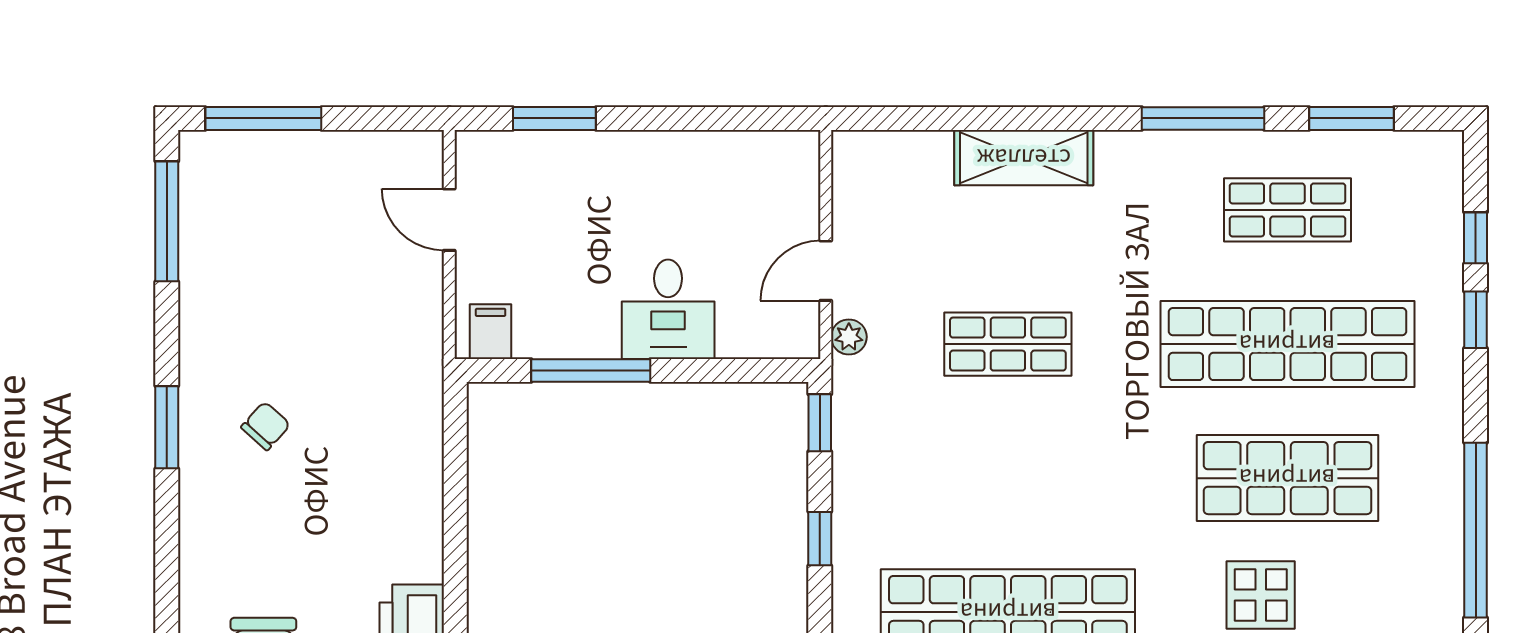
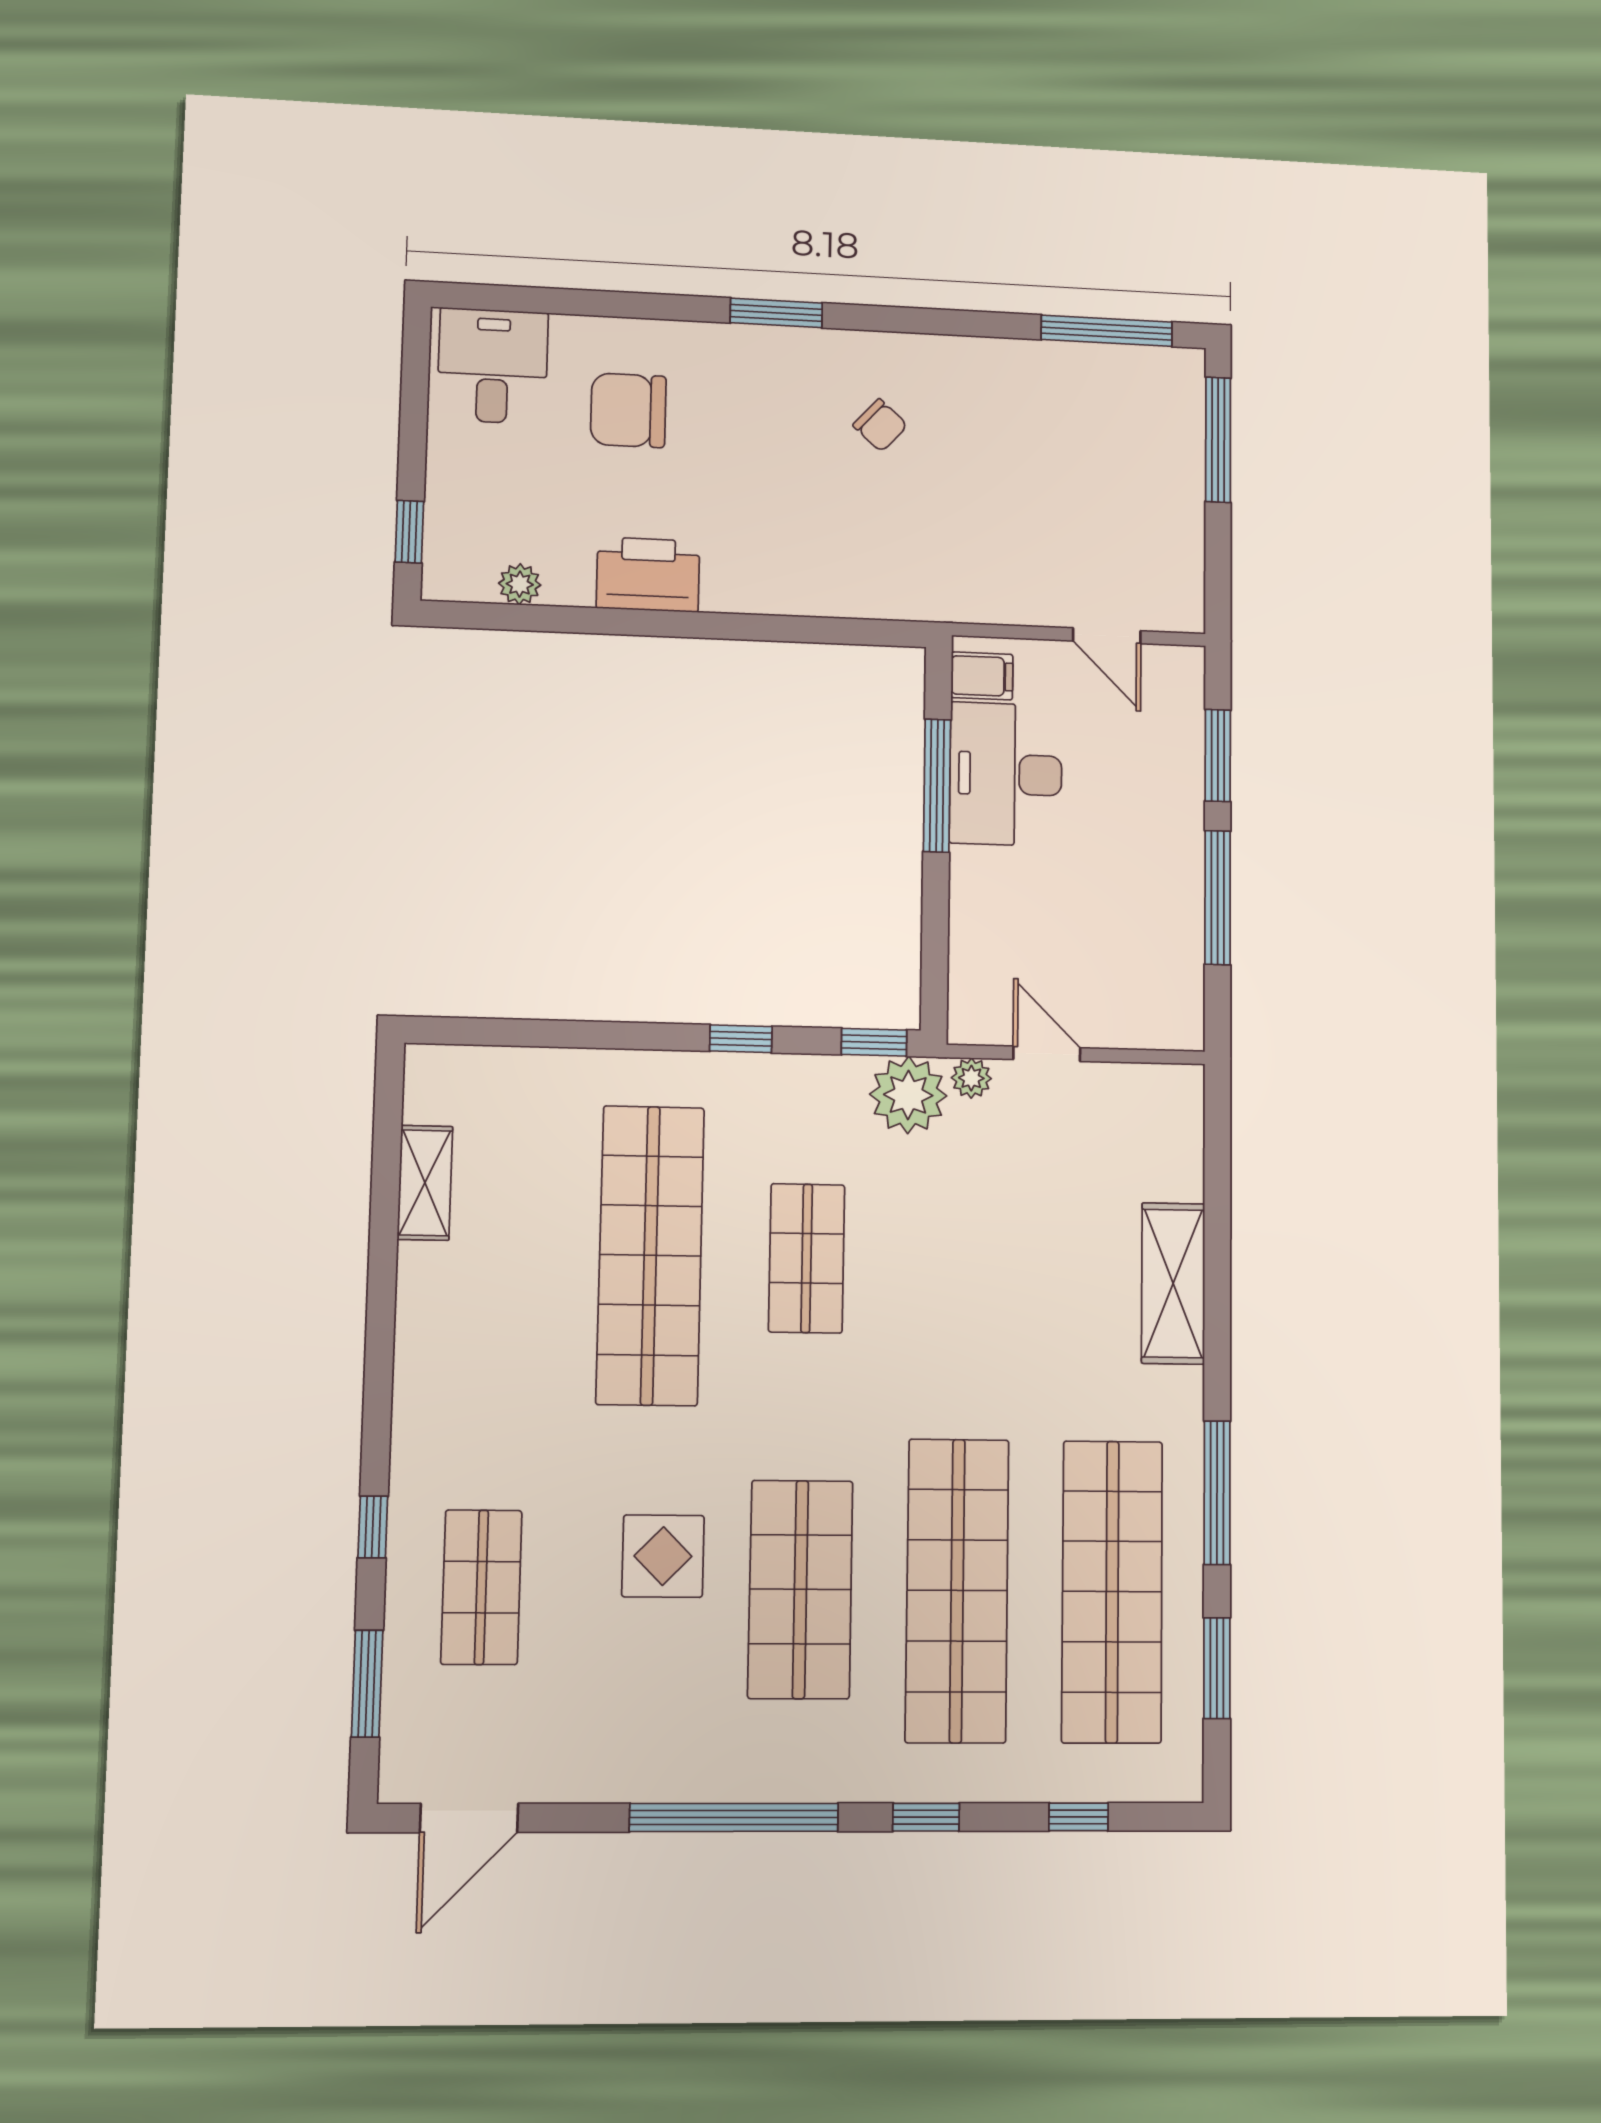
window: (683, 118) -> (1218, 898), added
shop shelf: (1287, 210) -> (1112, 1591), width x2.00, depth x1.36
door: (449, 220) -> (1107, 636), swing flipped
desk: (668, 309) -> (1006, 774), moved, width x1.37
window: (1476, 320) -> (926, 1817), moved
shop shelf: (1008, 344) -> (807, 1258), moved
plant: (865, 392) -> (908, 1095), added
window: (167, 427) -> (776, 313), moved

